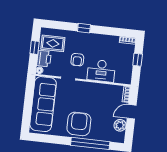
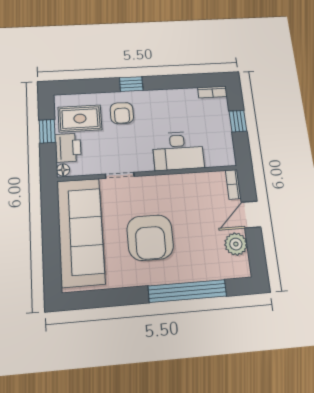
armchair: (77, 60) -> (122, 113), moved
armchair: (79, 124) -> (150, 238), moved, turned 180

